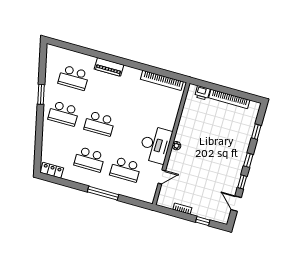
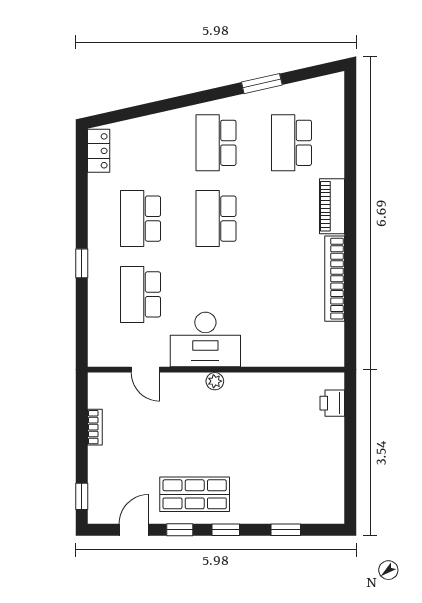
bookcase: (162, 80) -> (335, 279), moved
window: (41, 94) -> (262, 84), moved
bookcase: (229, 99) -> (335, 459), removed
shop shelf: (227, 170) -> (195, 494), added
window: (103, 193) -> (82, 263), width x0.46
window: (203, 221) -> (82, 496), moved

